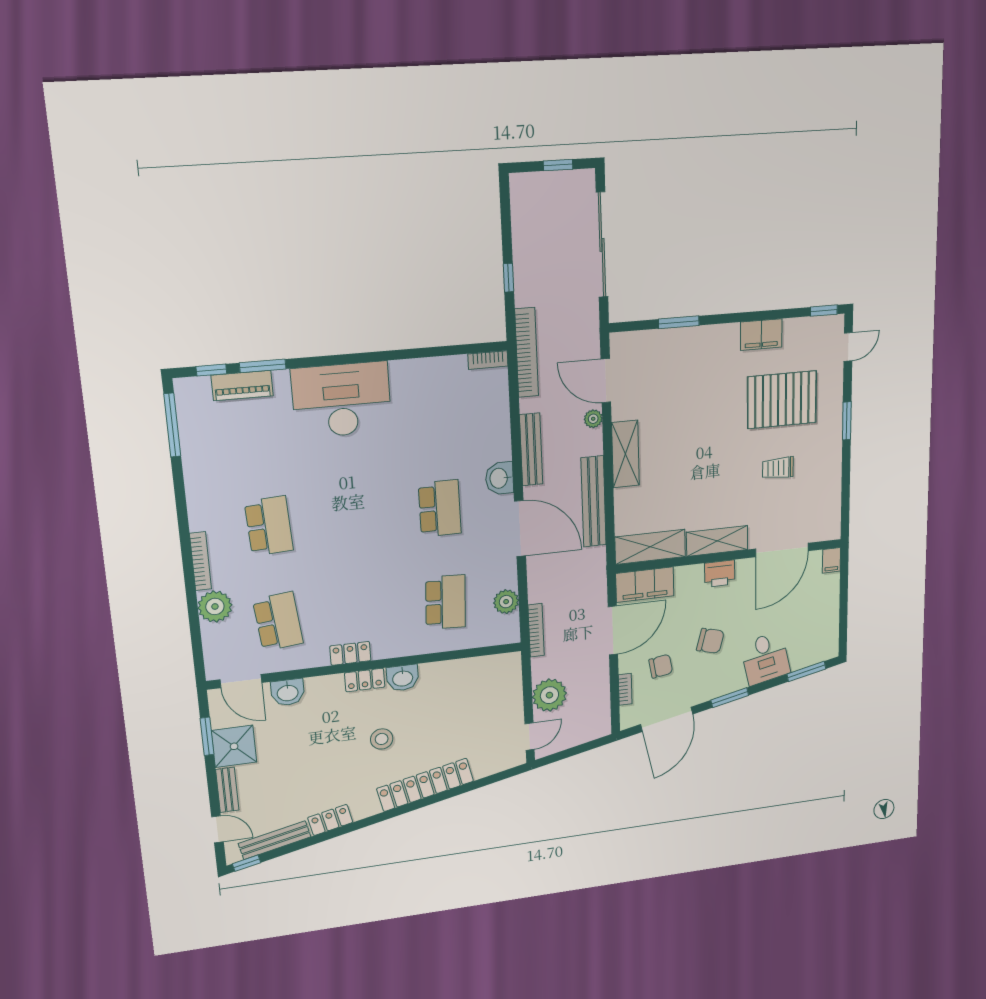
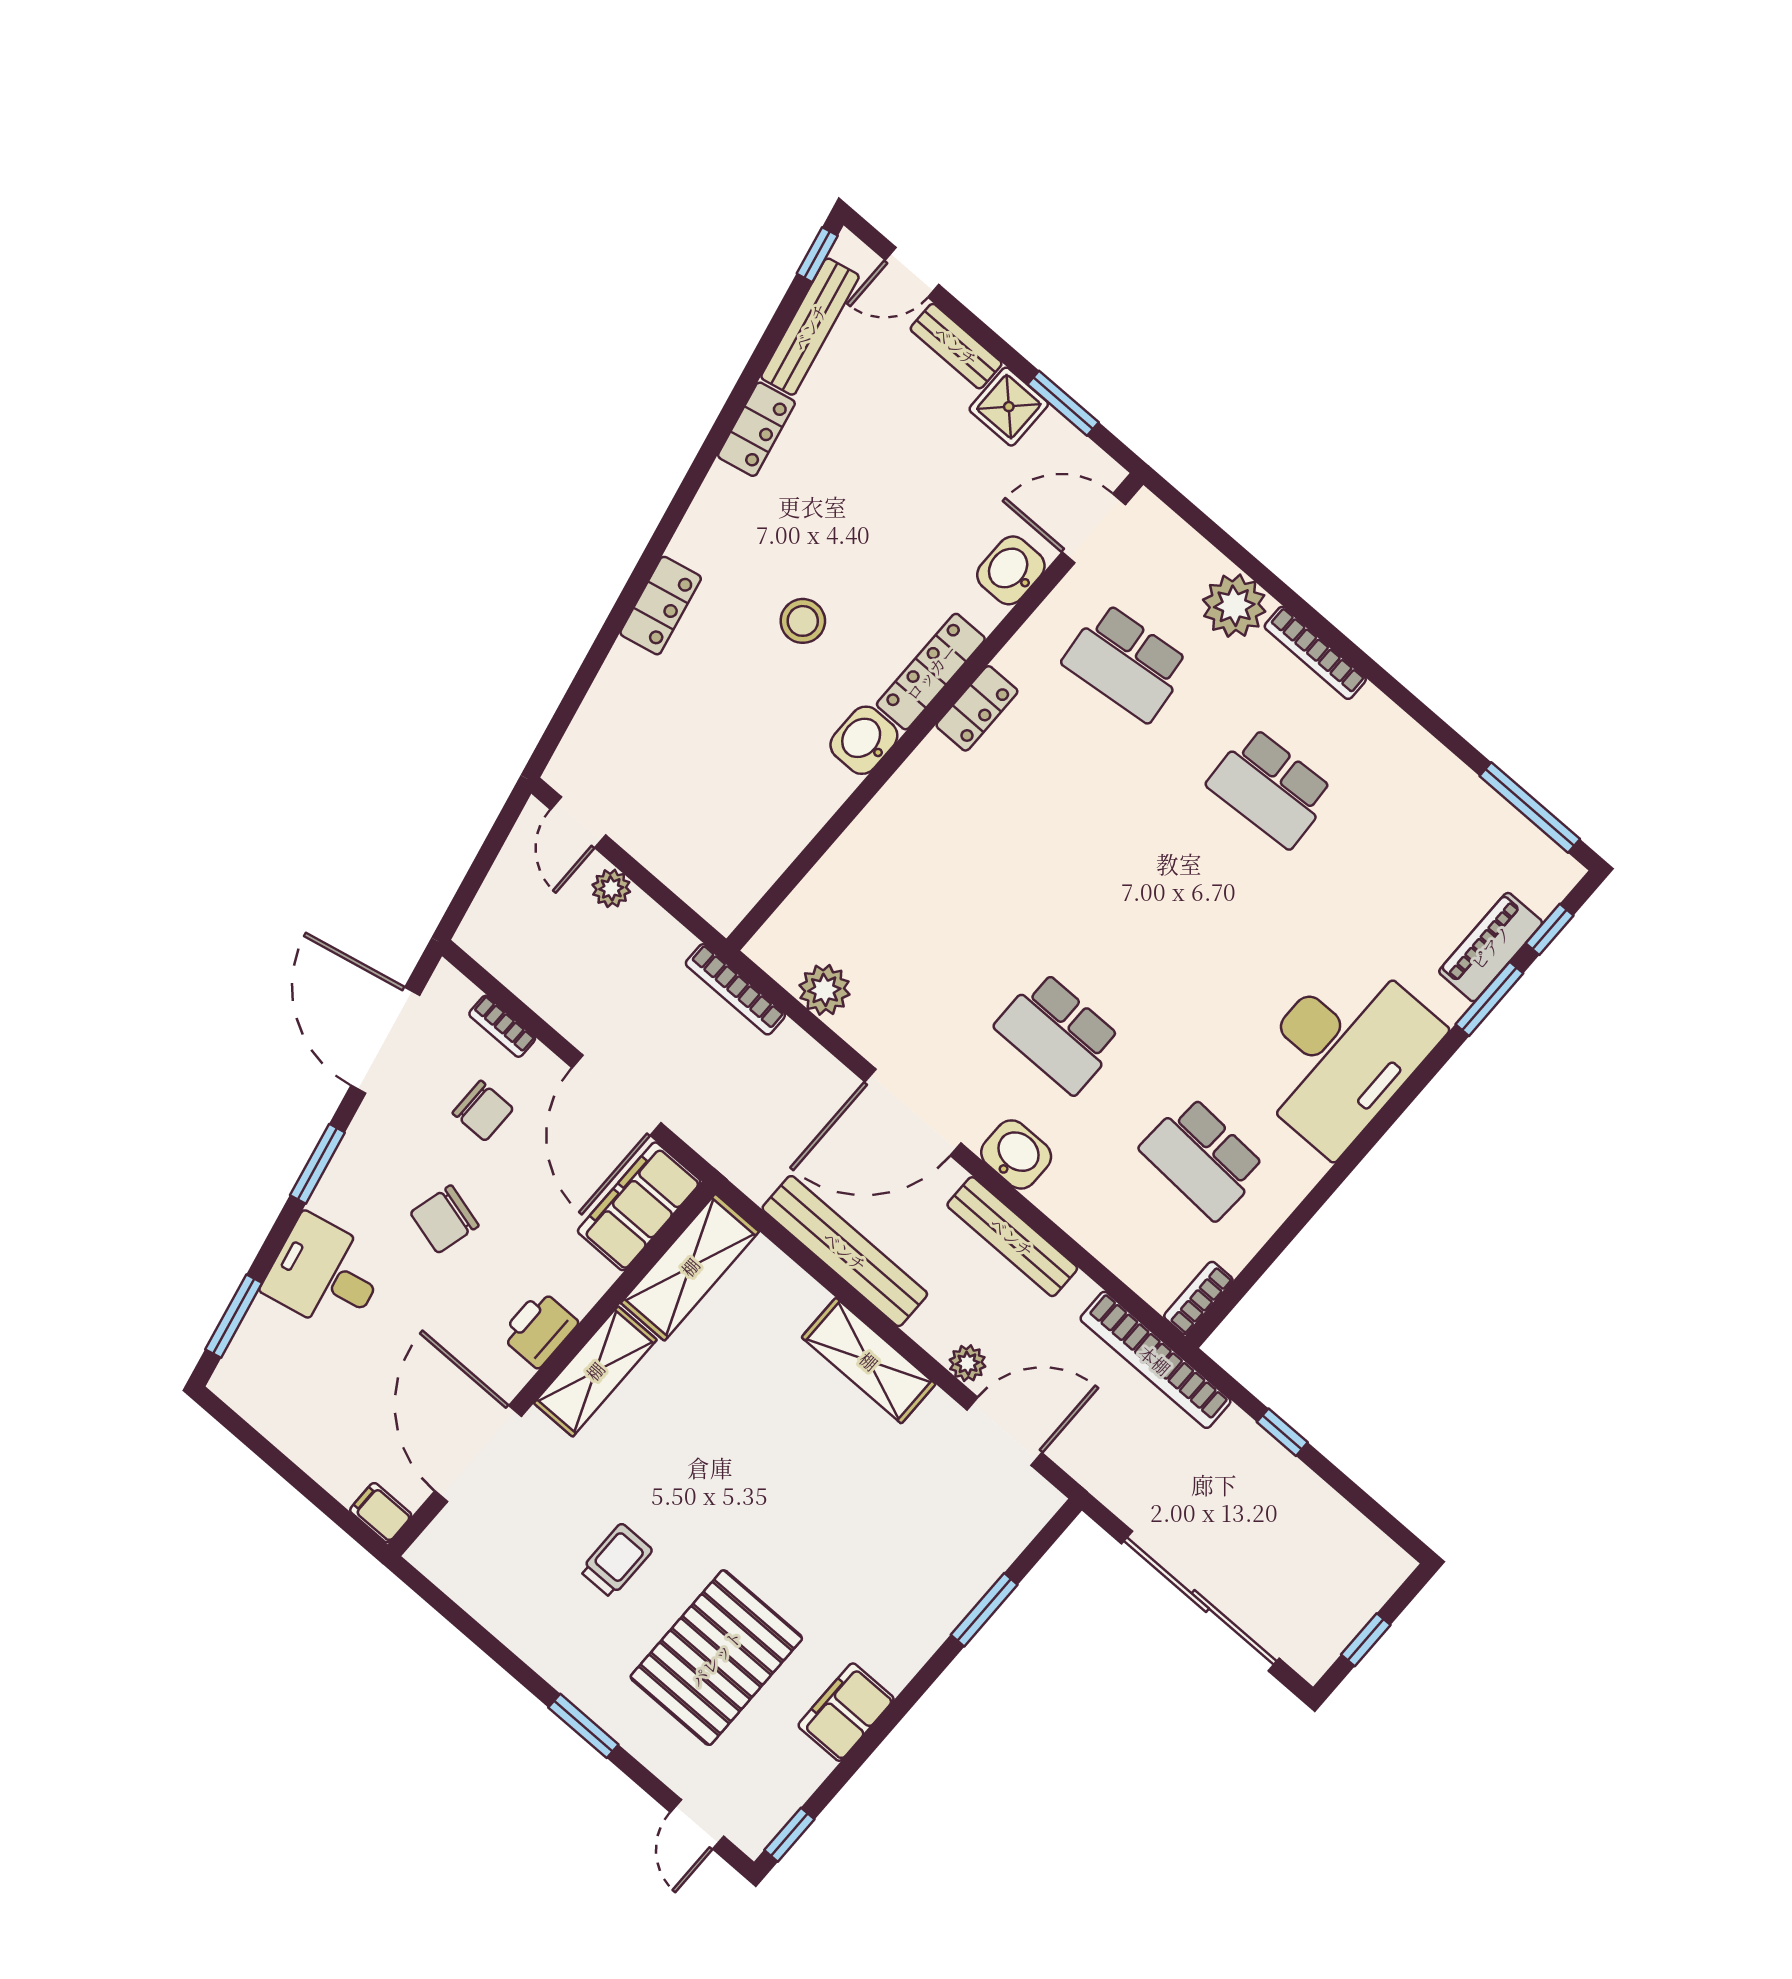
school desk: (446, 602) -> (1203, 1158), moved
chair: (661, 666) -> (483, 1111), turned -81
locker: (365, 680) -> (931, 672), width x1.53
plant: (549, 695) -> (611, 888), width x0.53, depth x0.53
shower: (234, 746) -> (1009, 407), width x0.73, depth x0.73
locker: (425, 785) -> (661, 606), width x0.46, depth x0.83

